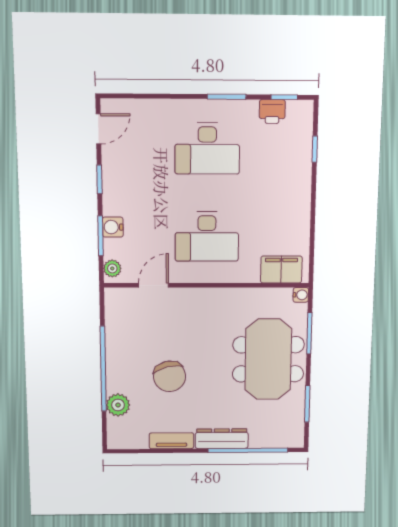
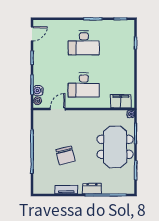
printer: (272, 112) -> (115, 25), removed
water cooler: (113, 227) -> (38, 91), moved
plant: (118, 405) -> (39, 170), removed
dresser: (222, 439) -> (92, 189), width x0.70

